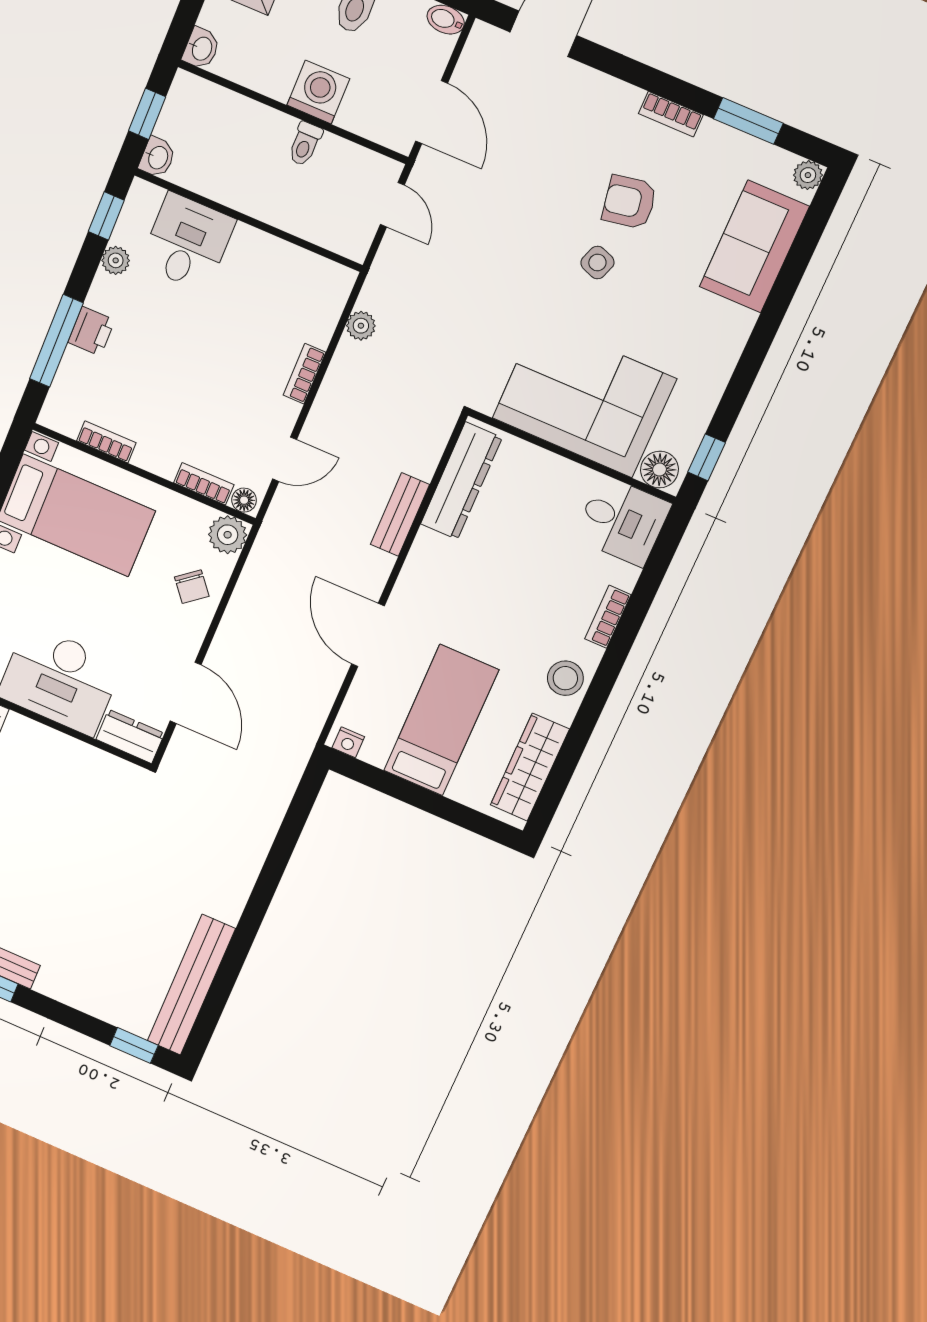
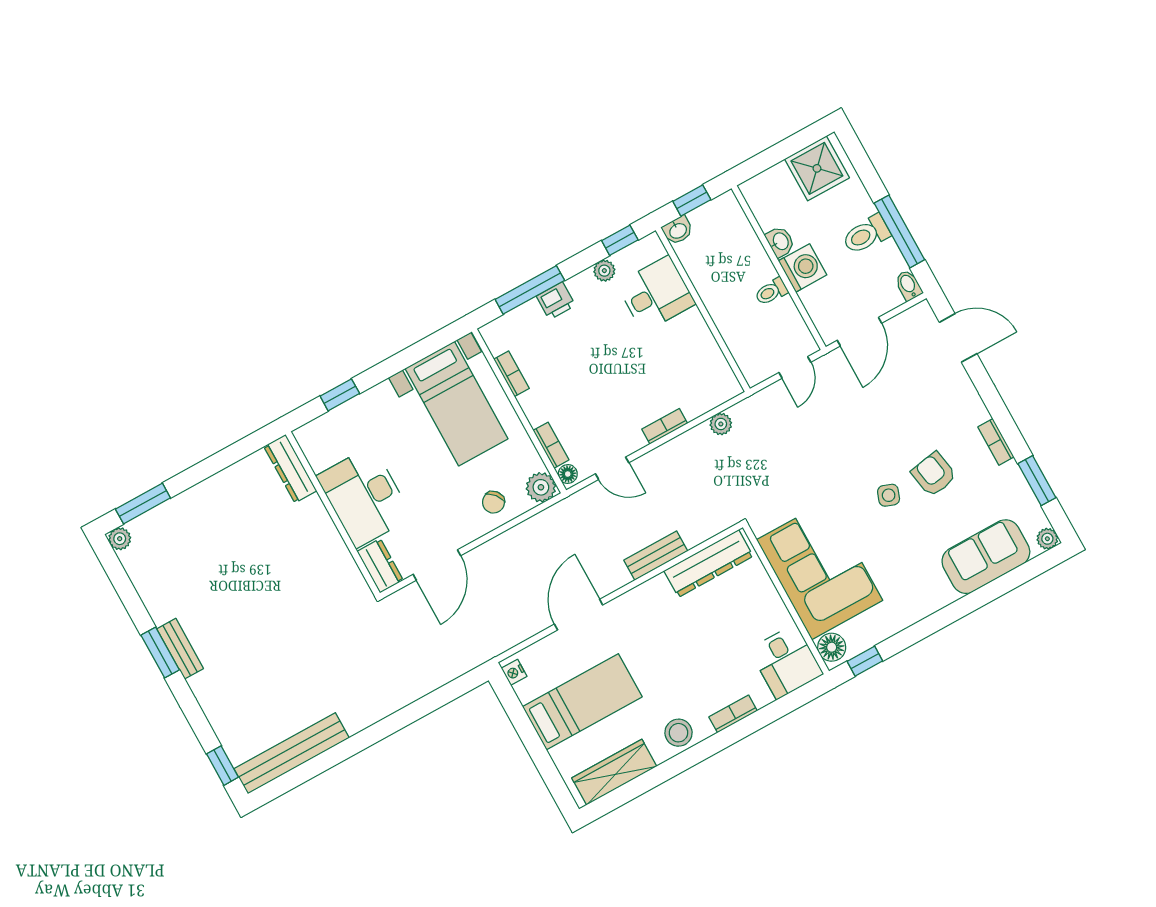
washbasin: (201, 48) -> (780, 242), moved, turned -90

